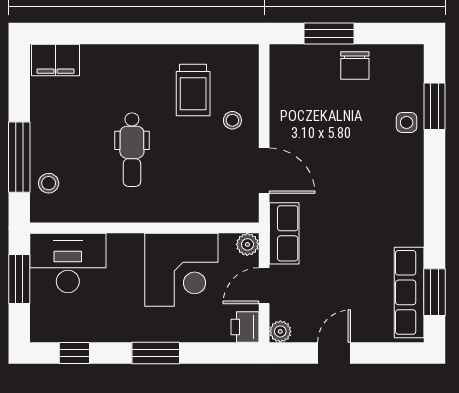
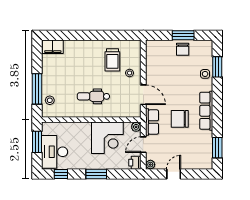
window: (329, 34) -> (183, 35), moved
dental chair: (132, 150) -> (93, 96), moved, turned 90
chair: (348, 226) -> (180, 119), added
desk: (68, 263) -> (55, 152), moved, turned -90
row of seats: (409, 292) -> (206, 111), moved

